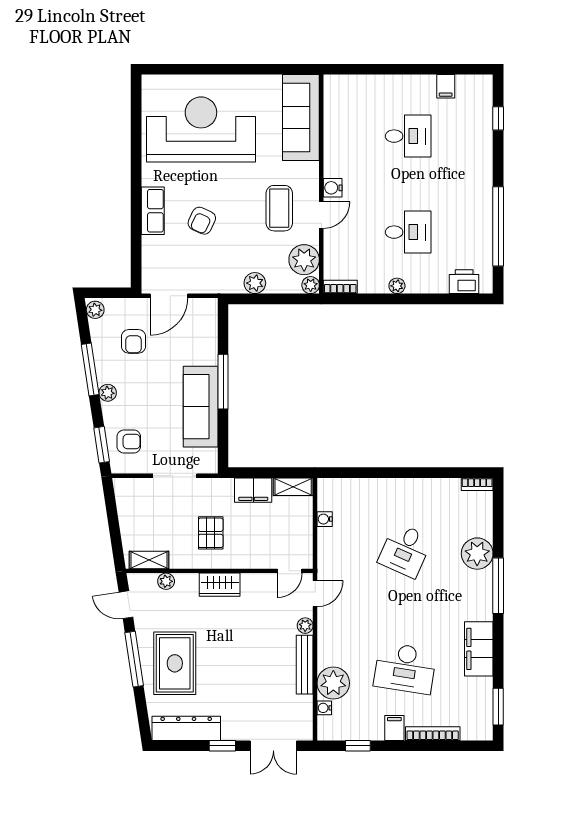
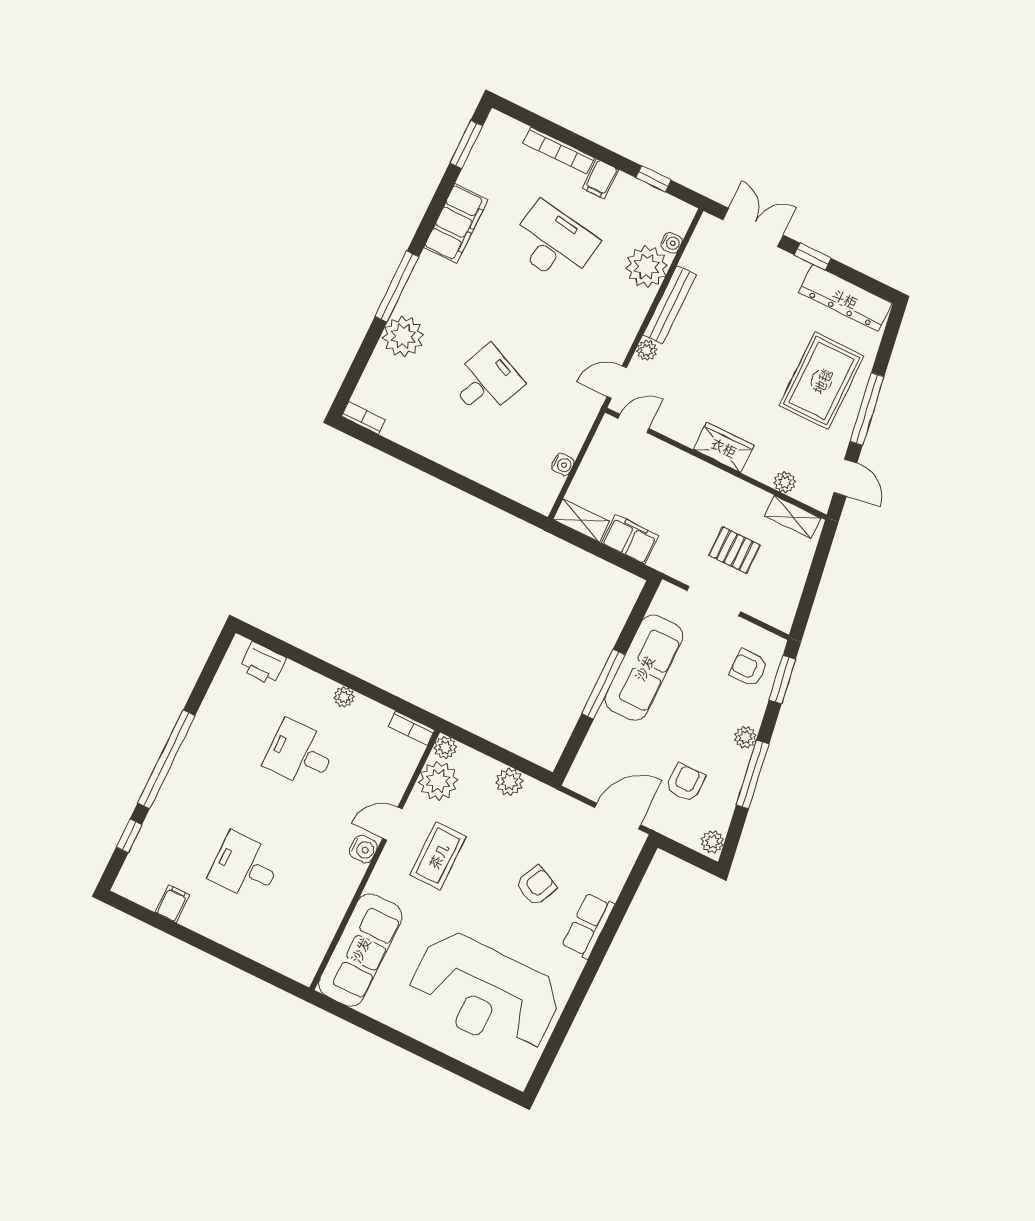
window: (498, 226) -> (166, 759), moved
pallet: (211, 533) -> (734, 550), moved, turned 90

